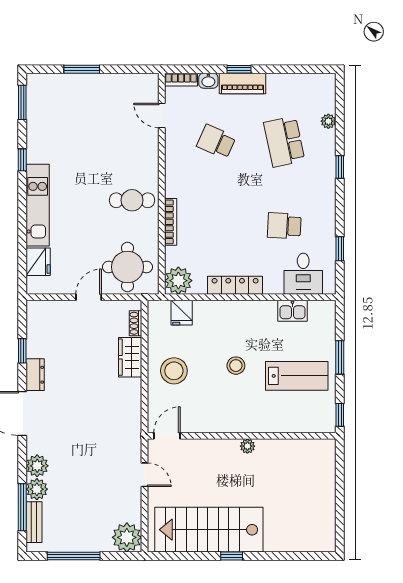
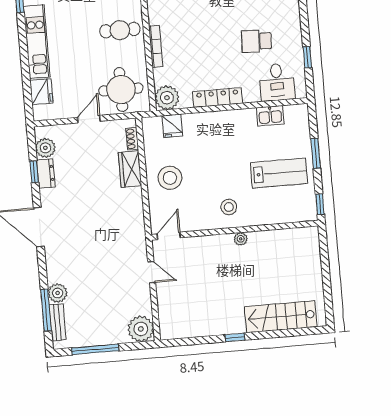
stool: (236, 366) -> (229, 207), moved
dresser: (35, 375) -> (46, 173), moved
plant: (37, 466) -> (45, 148), moved
stairs: (209, 530) -> (281, 317), moved, width x0.73, depth x0.66

